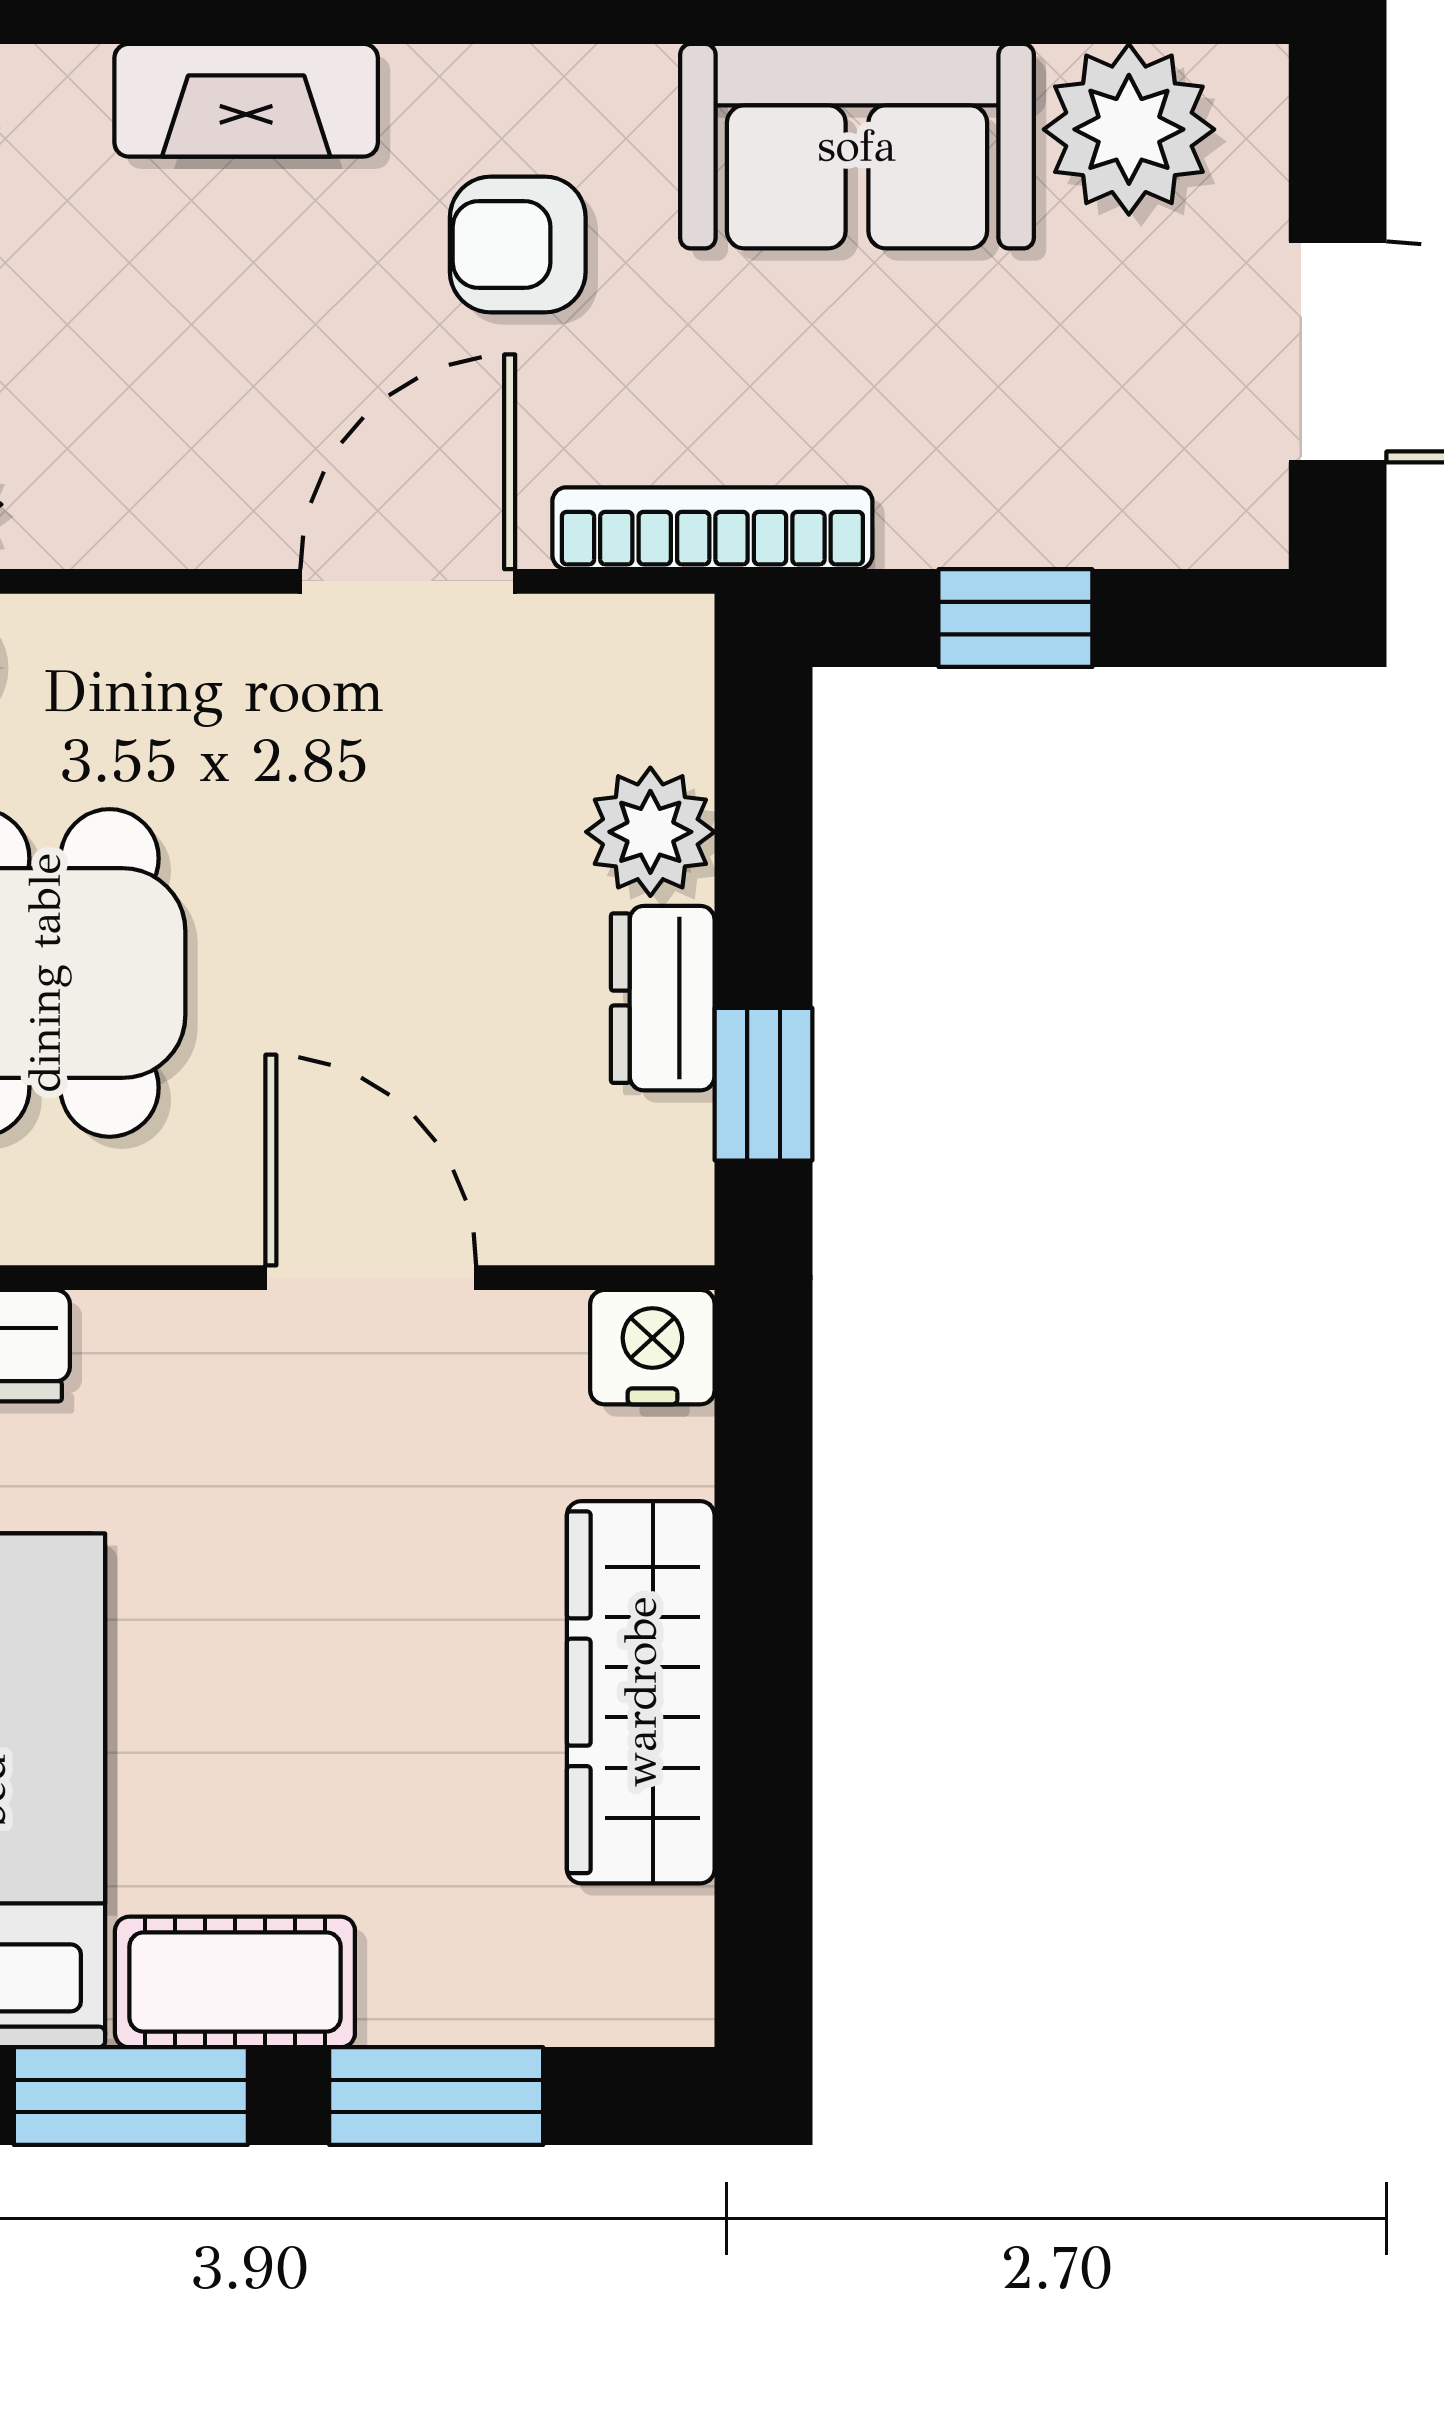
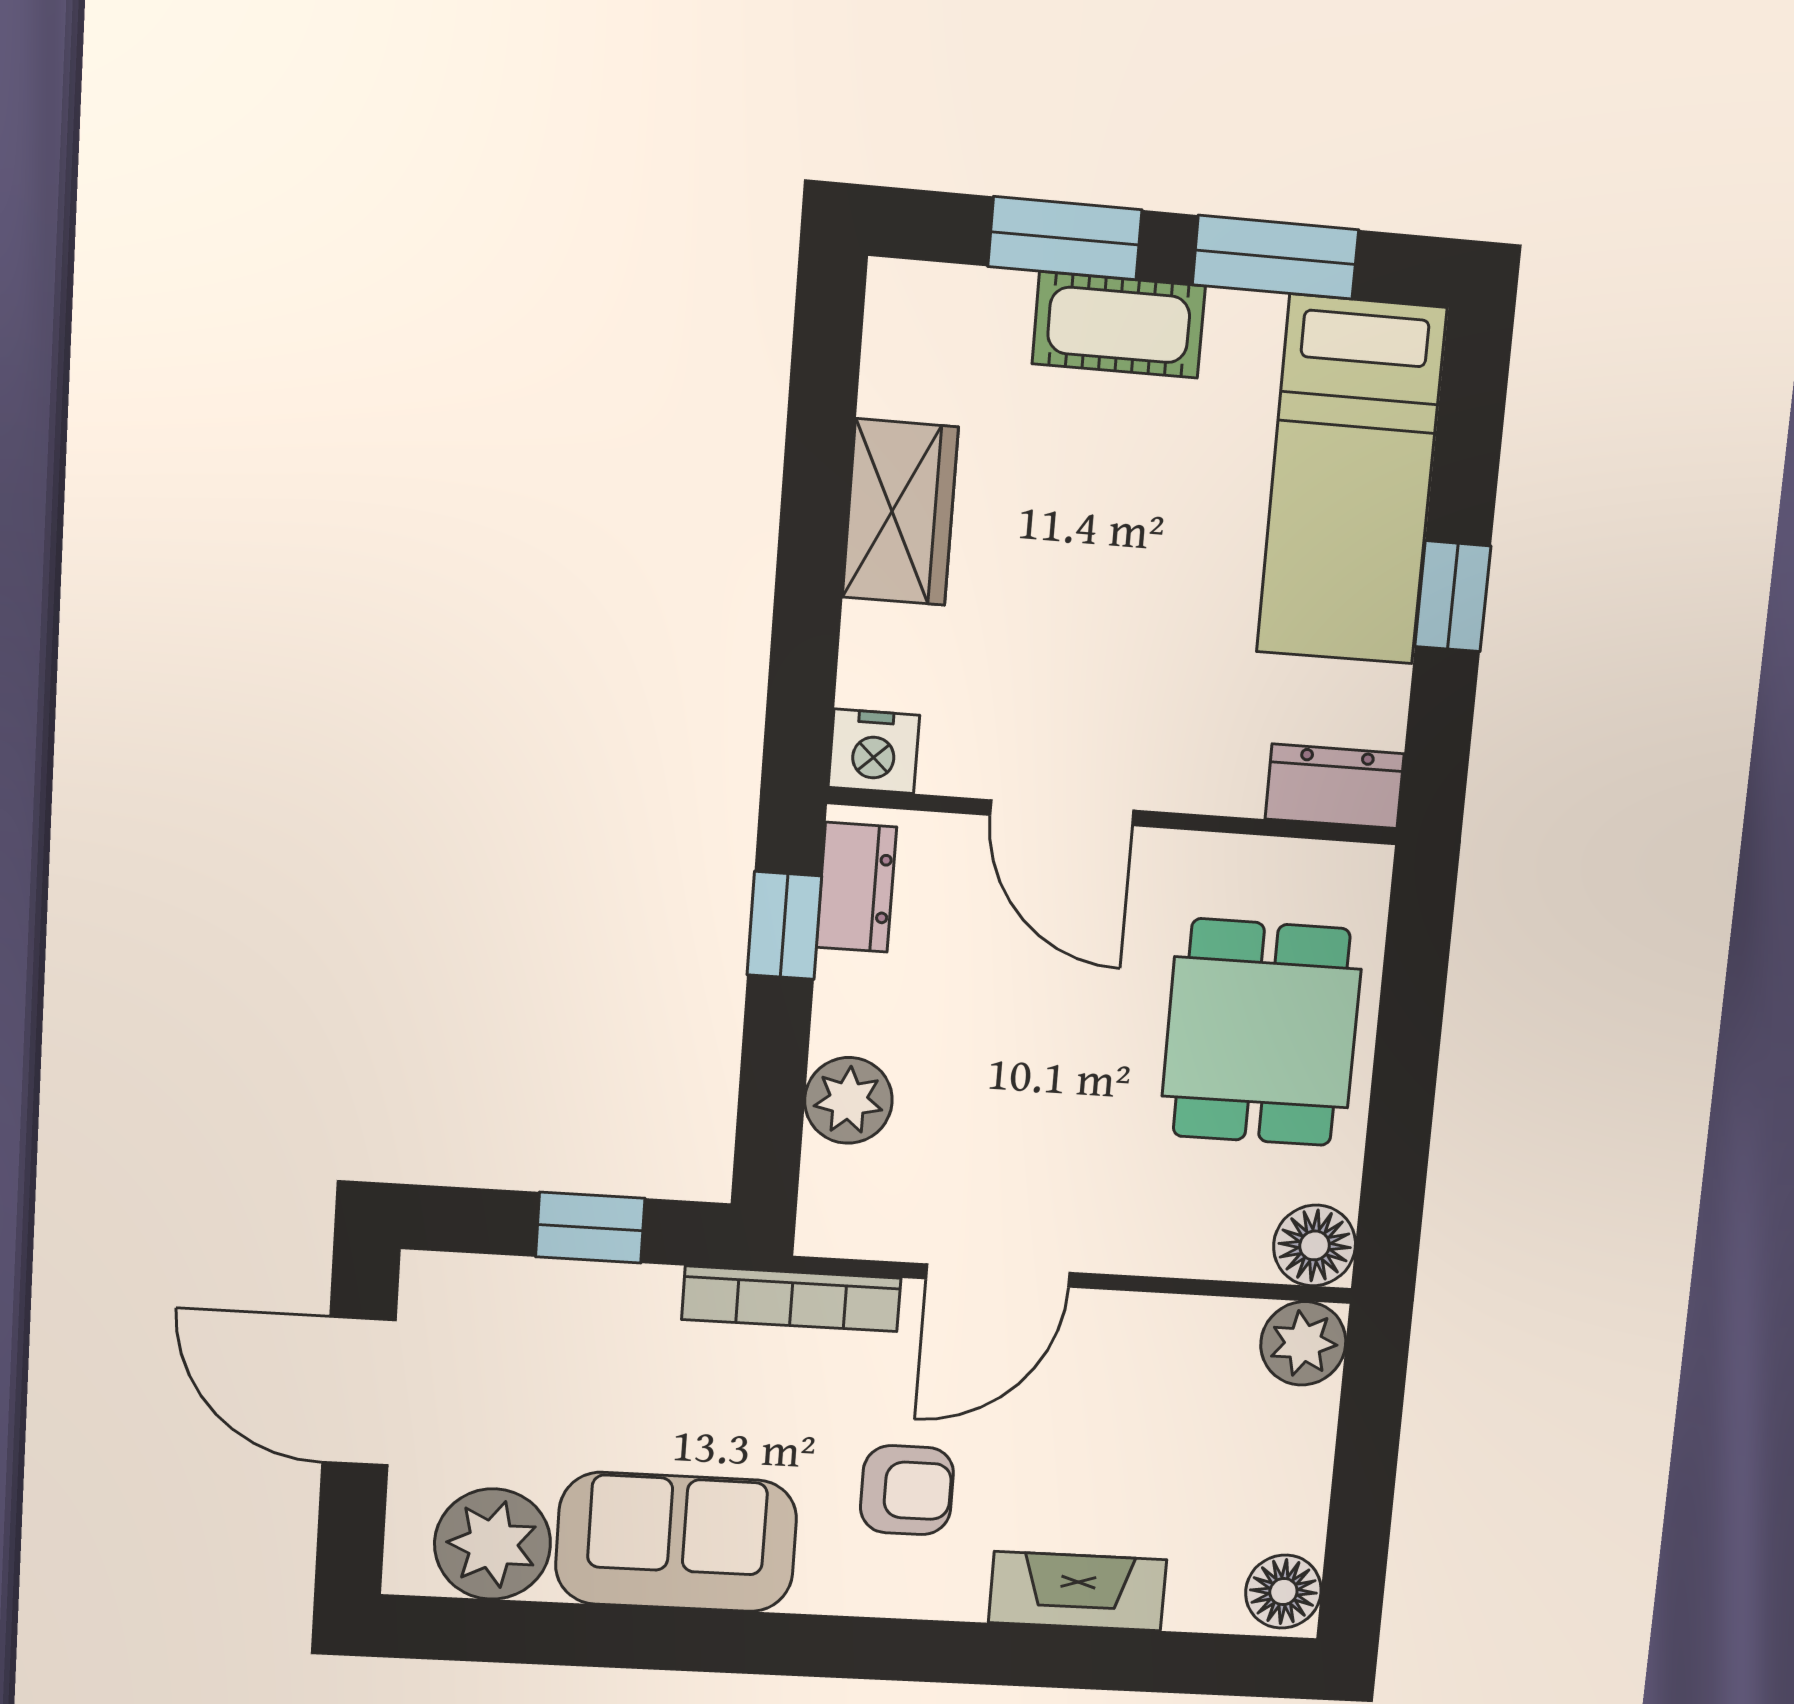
dresser: (663, 998) -> (856, 887), moved
wardrobe: (641, 1692) -> (900, 512), width x0.67
cot: (235, 1982) -> (1119, 325), moved

